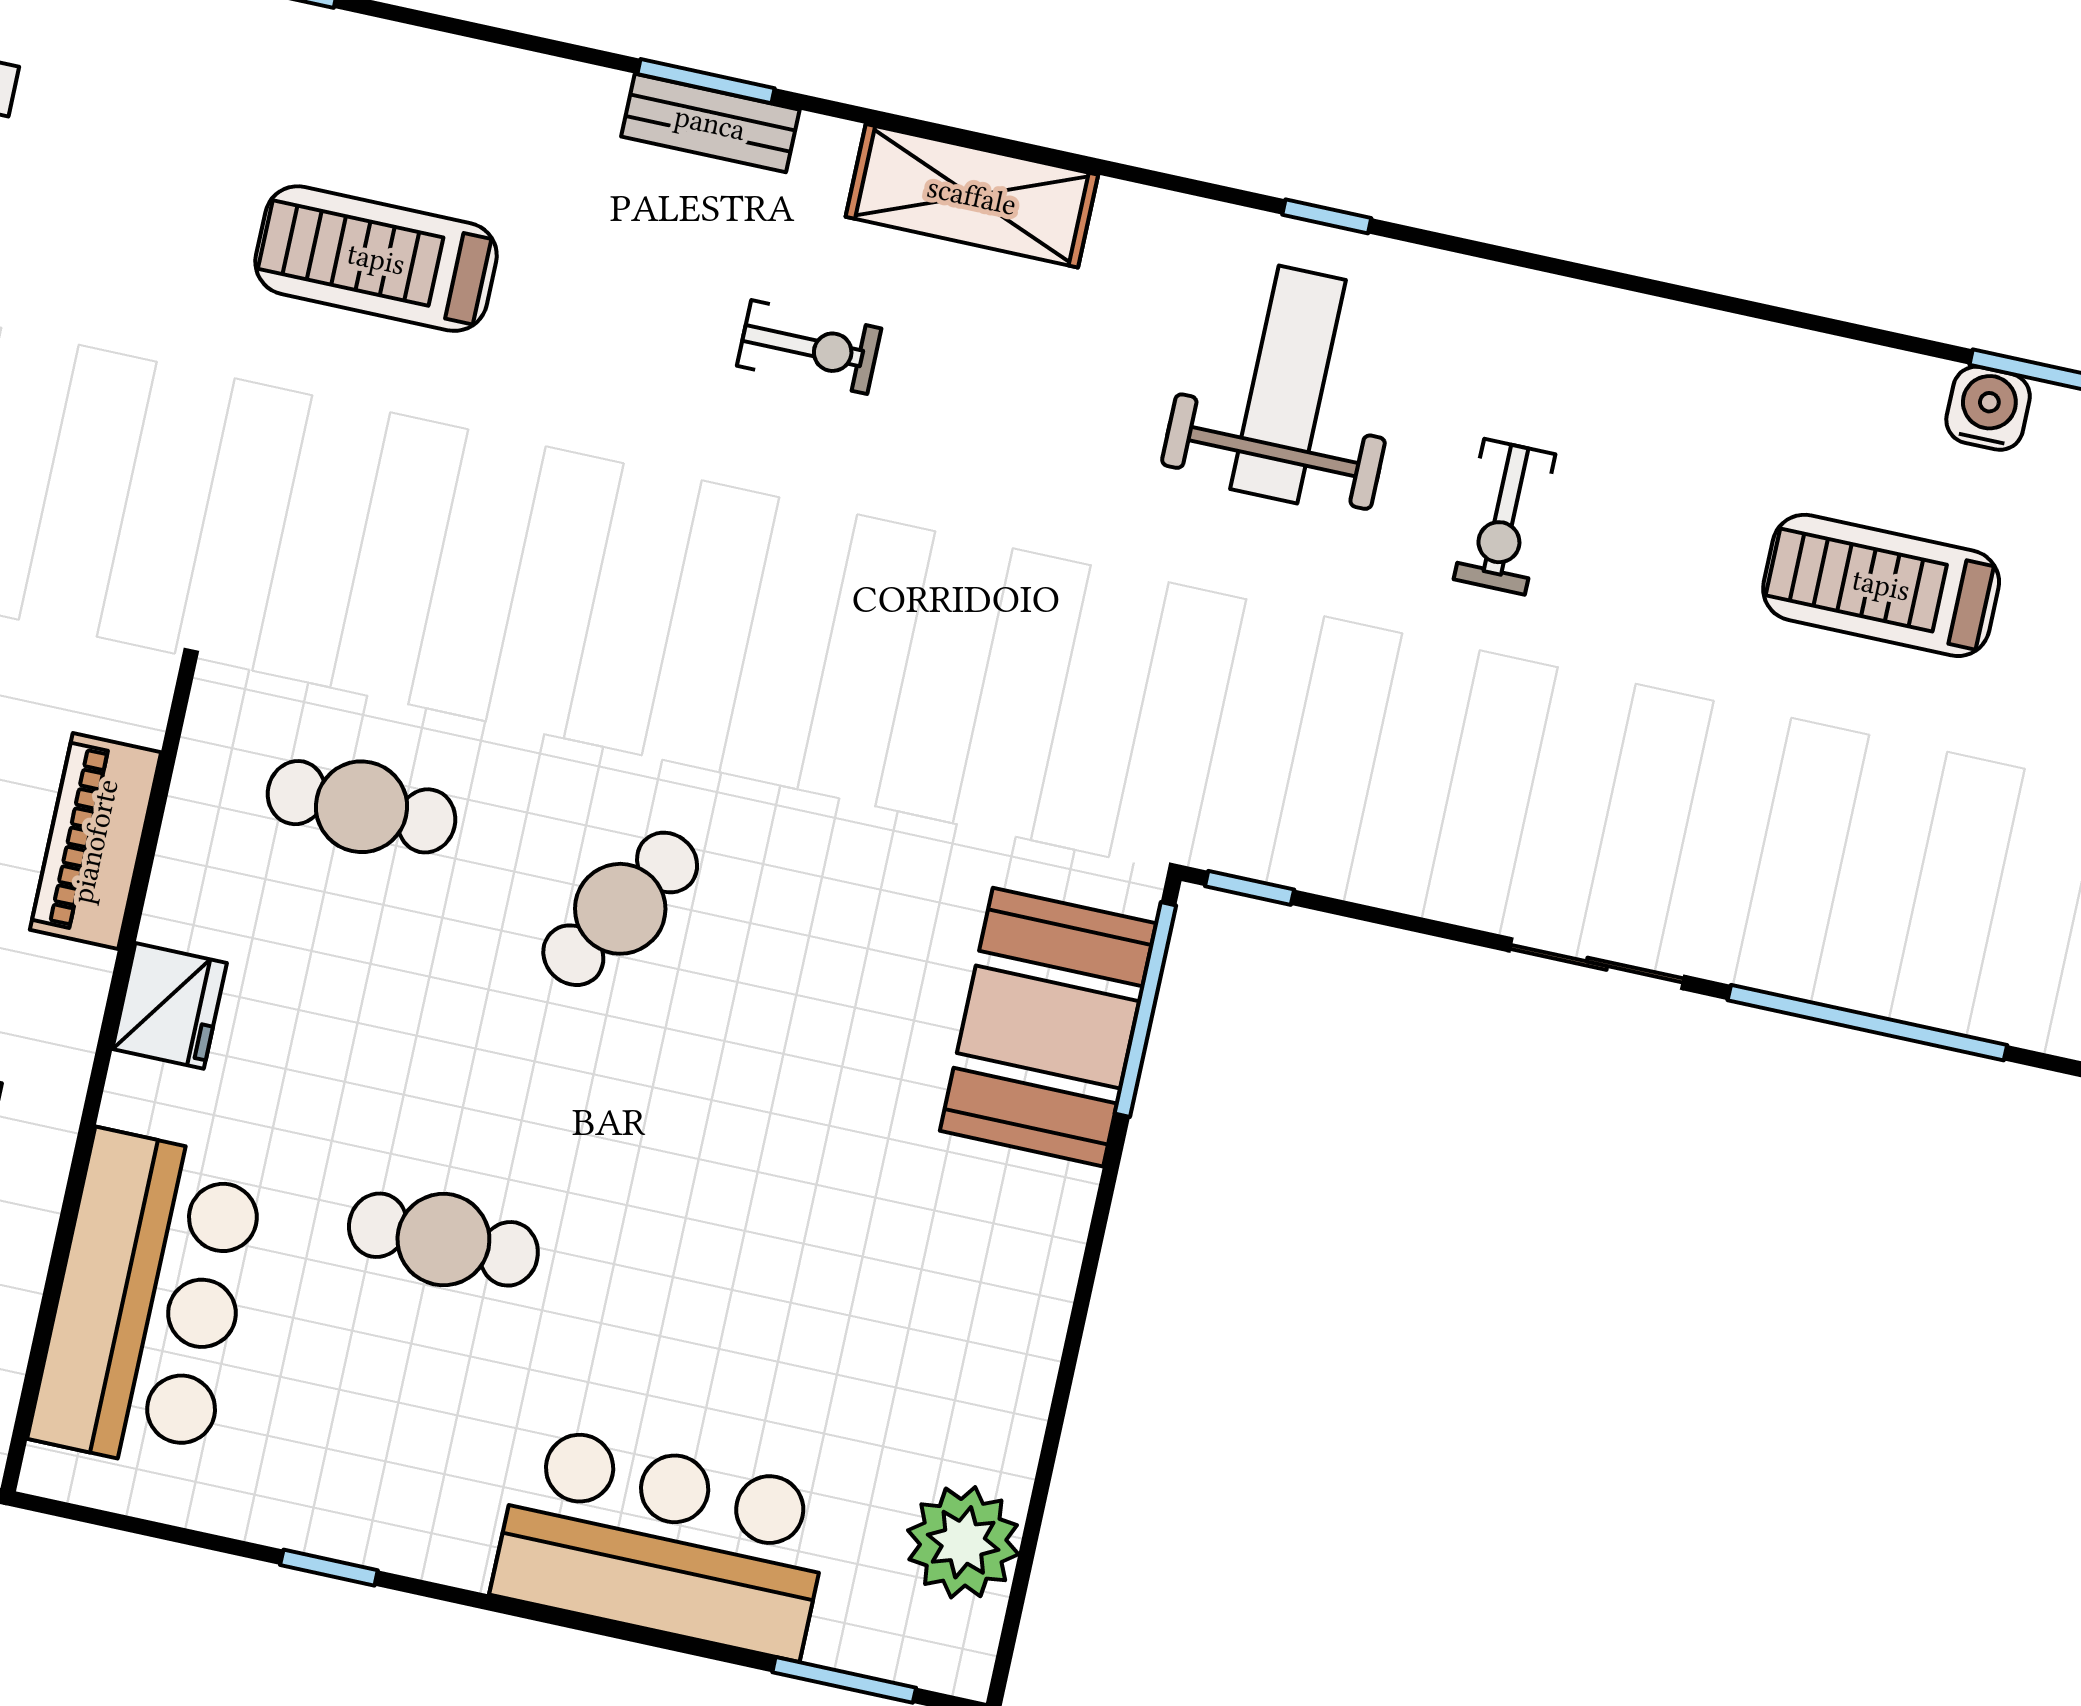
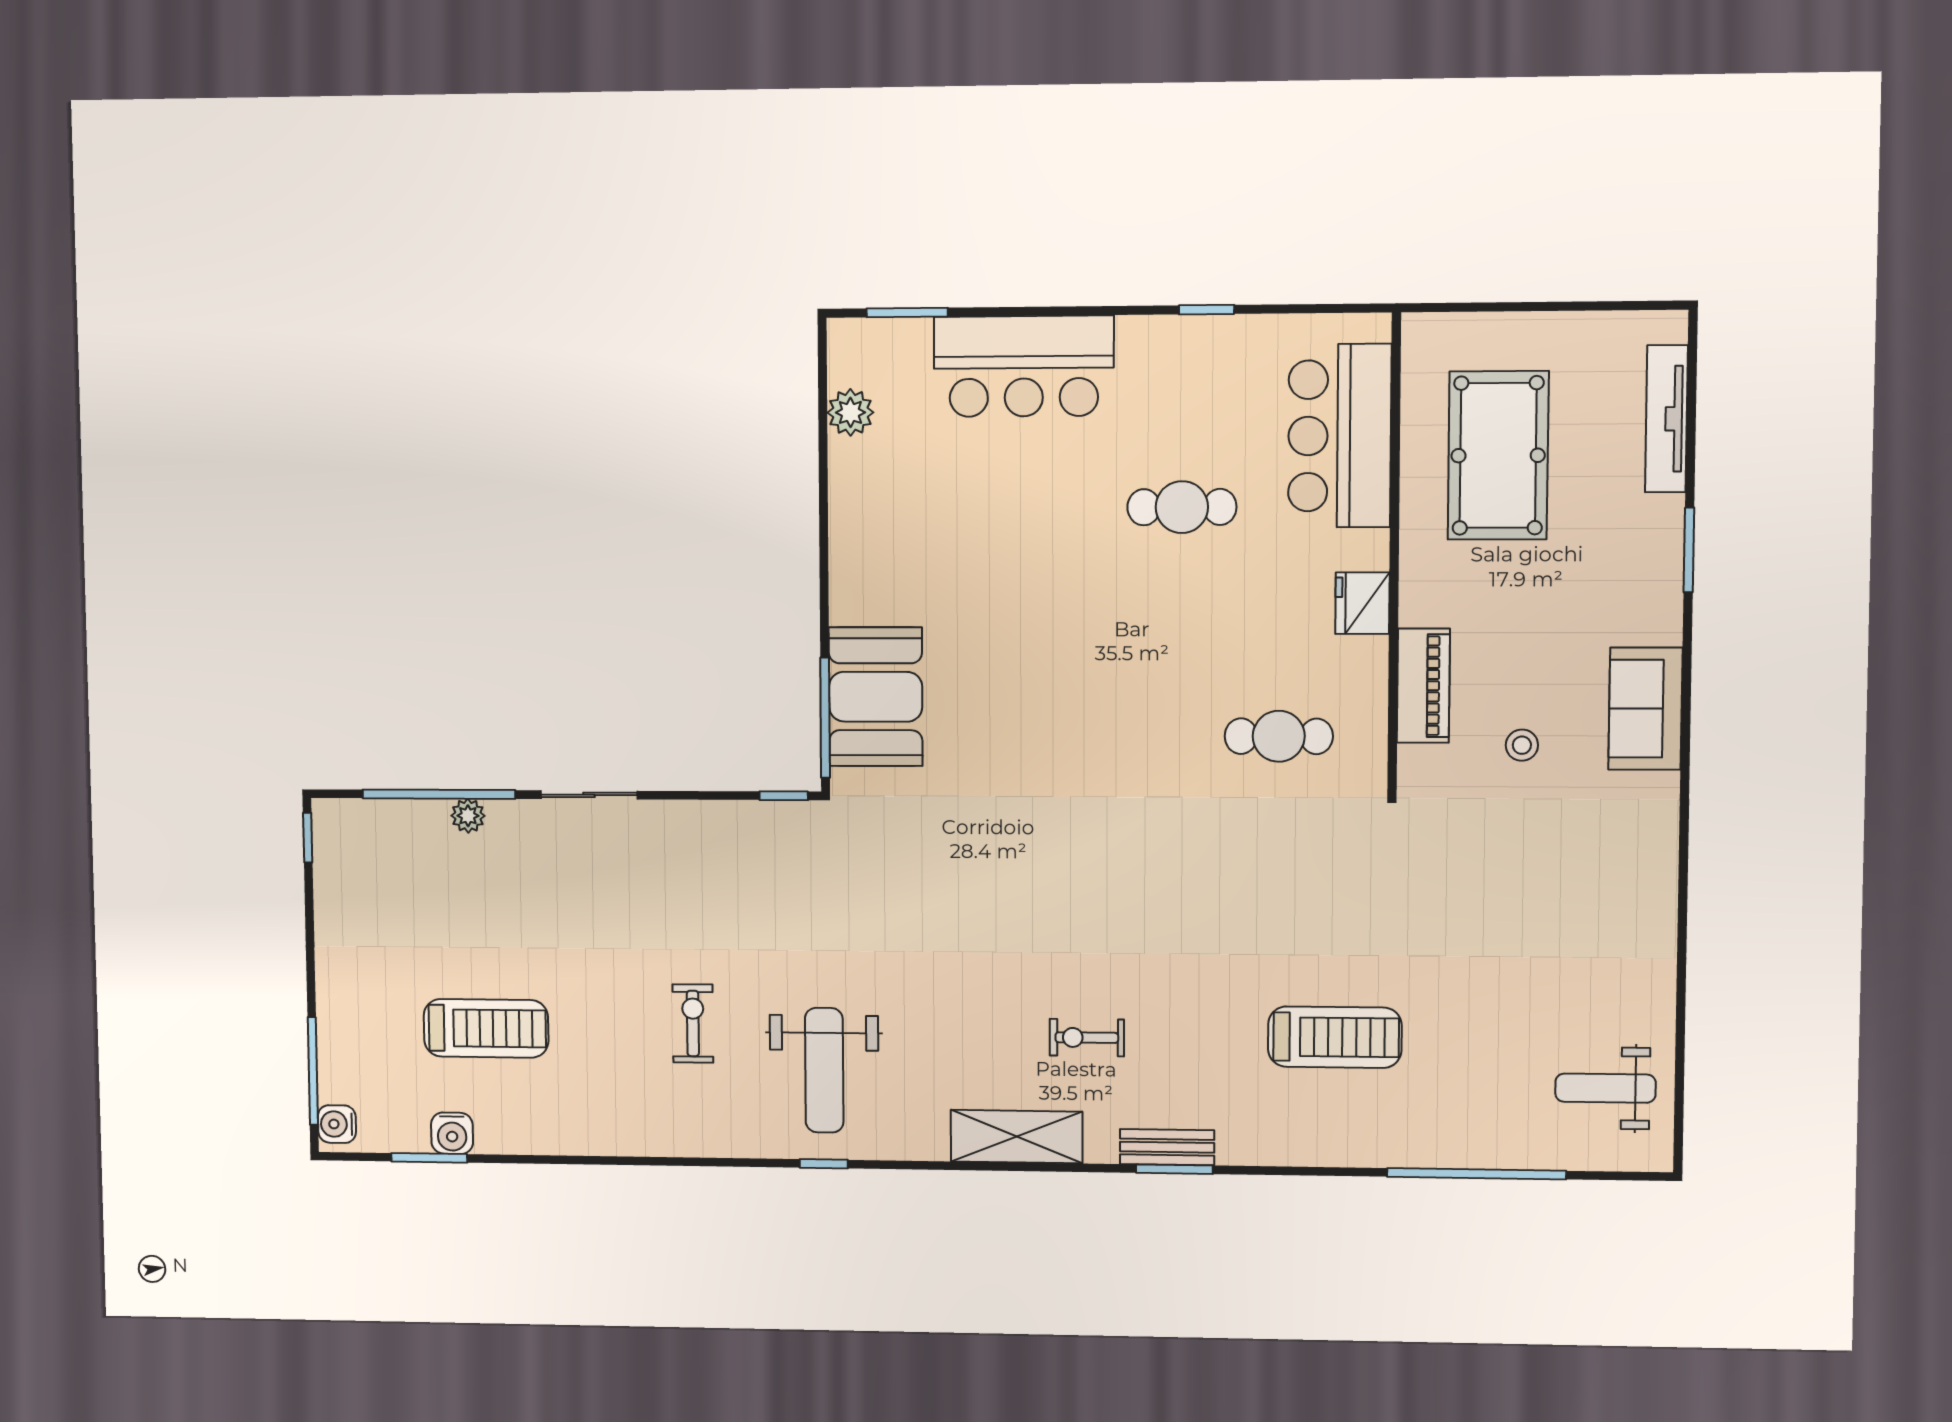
cafe table: (620, 909) -> (1124, 711), removed
plant: (1824, 973) -> (468, 816), added
plant: (963, 1542) -> (850, 412), width x0.73, depth x0.73

